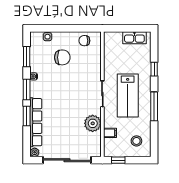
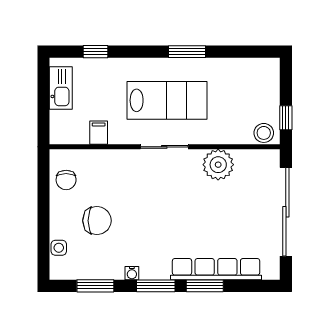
chair: (62, 57) -> (97, 221), turned 90
window: (154, 69) -> (96, 52), moved
window: (154, 106) -> (187, 52), width x0.69
filing cabinet: (110, 133) -> (99, 133), moved
stool: (136, 141) -> (264, 133), moved
plant: (35, 152) -> (271, 272), removed

